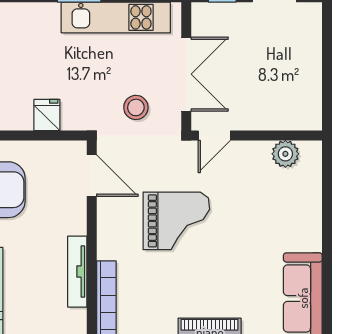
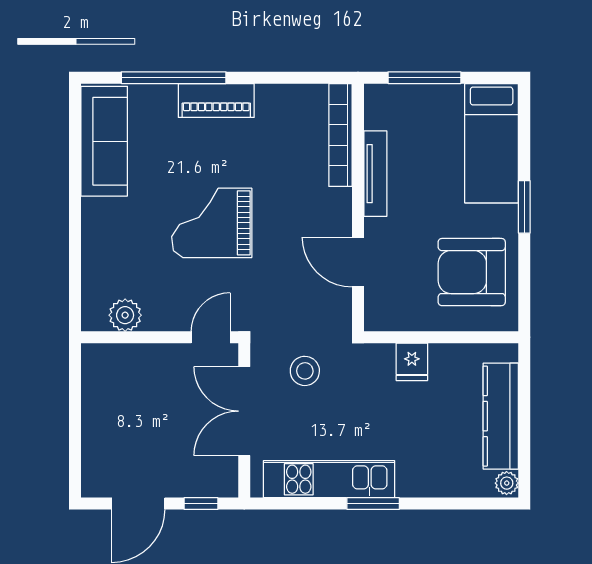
door: (92, 176) -> (358, 262), moved
grand piano: (176, 221) -> (212, 223), moved

